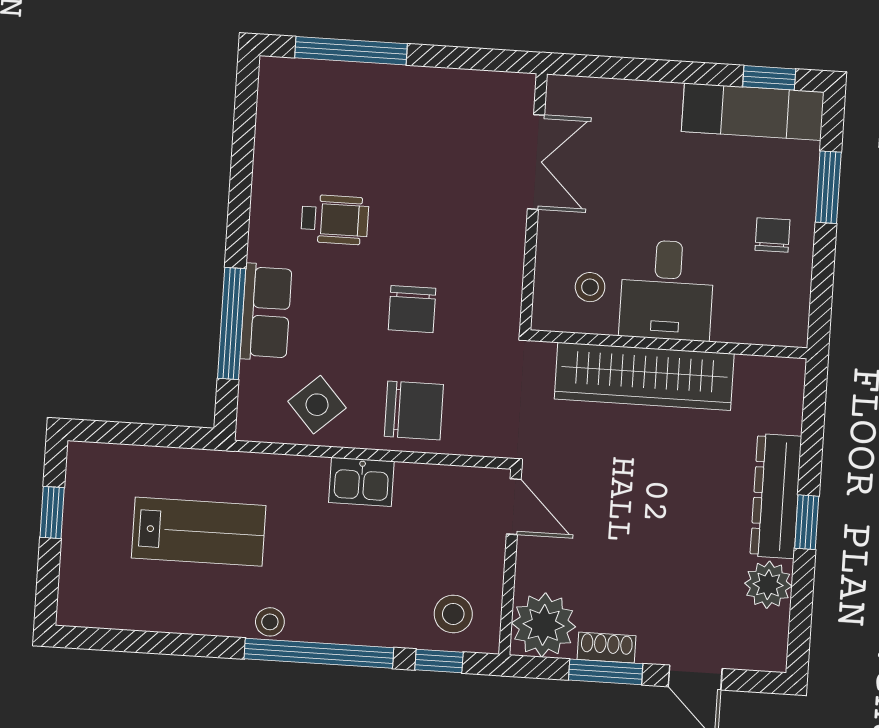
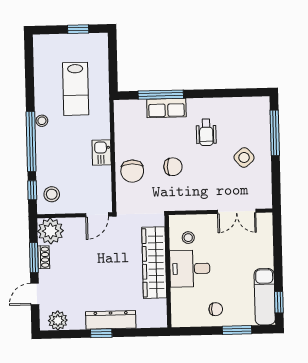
chair: (412, 309) -> (173, 167), turned 180
side table: (317, 405) -> (244, 157), moved
plant: (768, 585) -> (58, 320), moved

